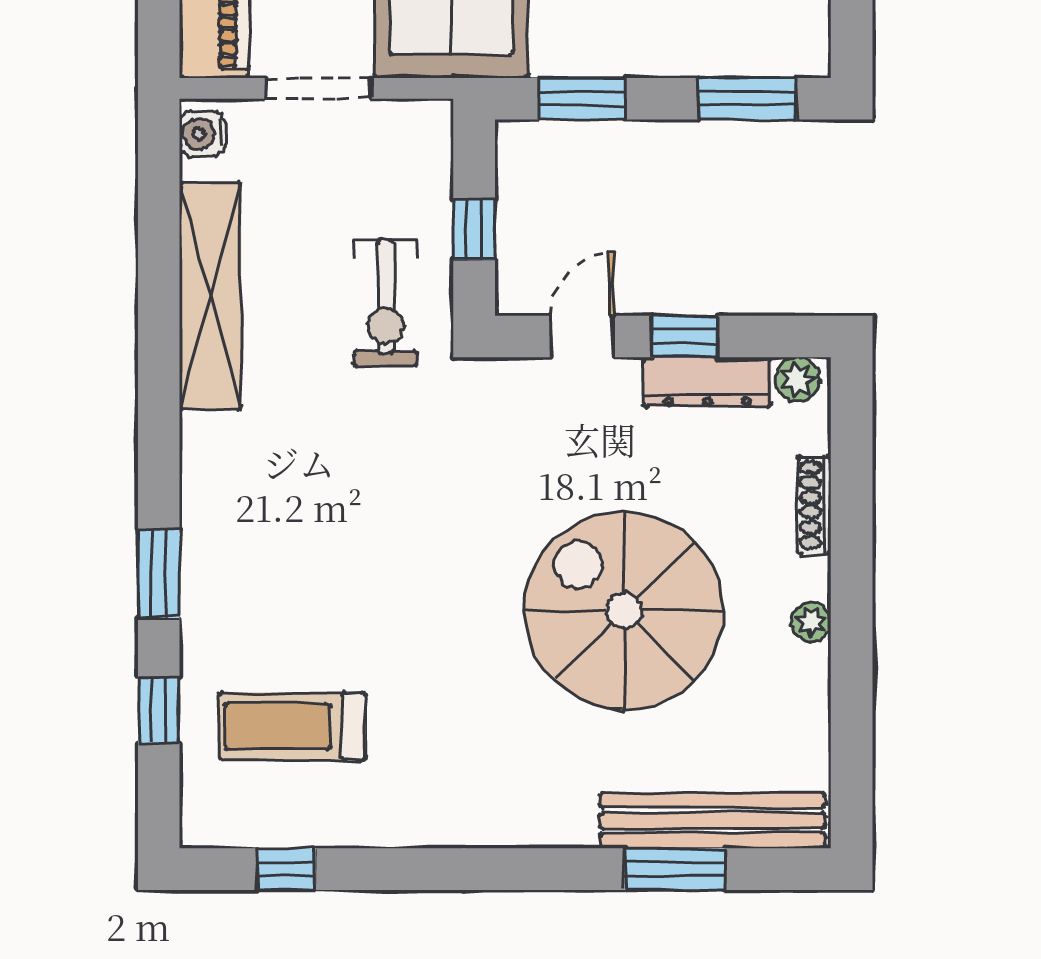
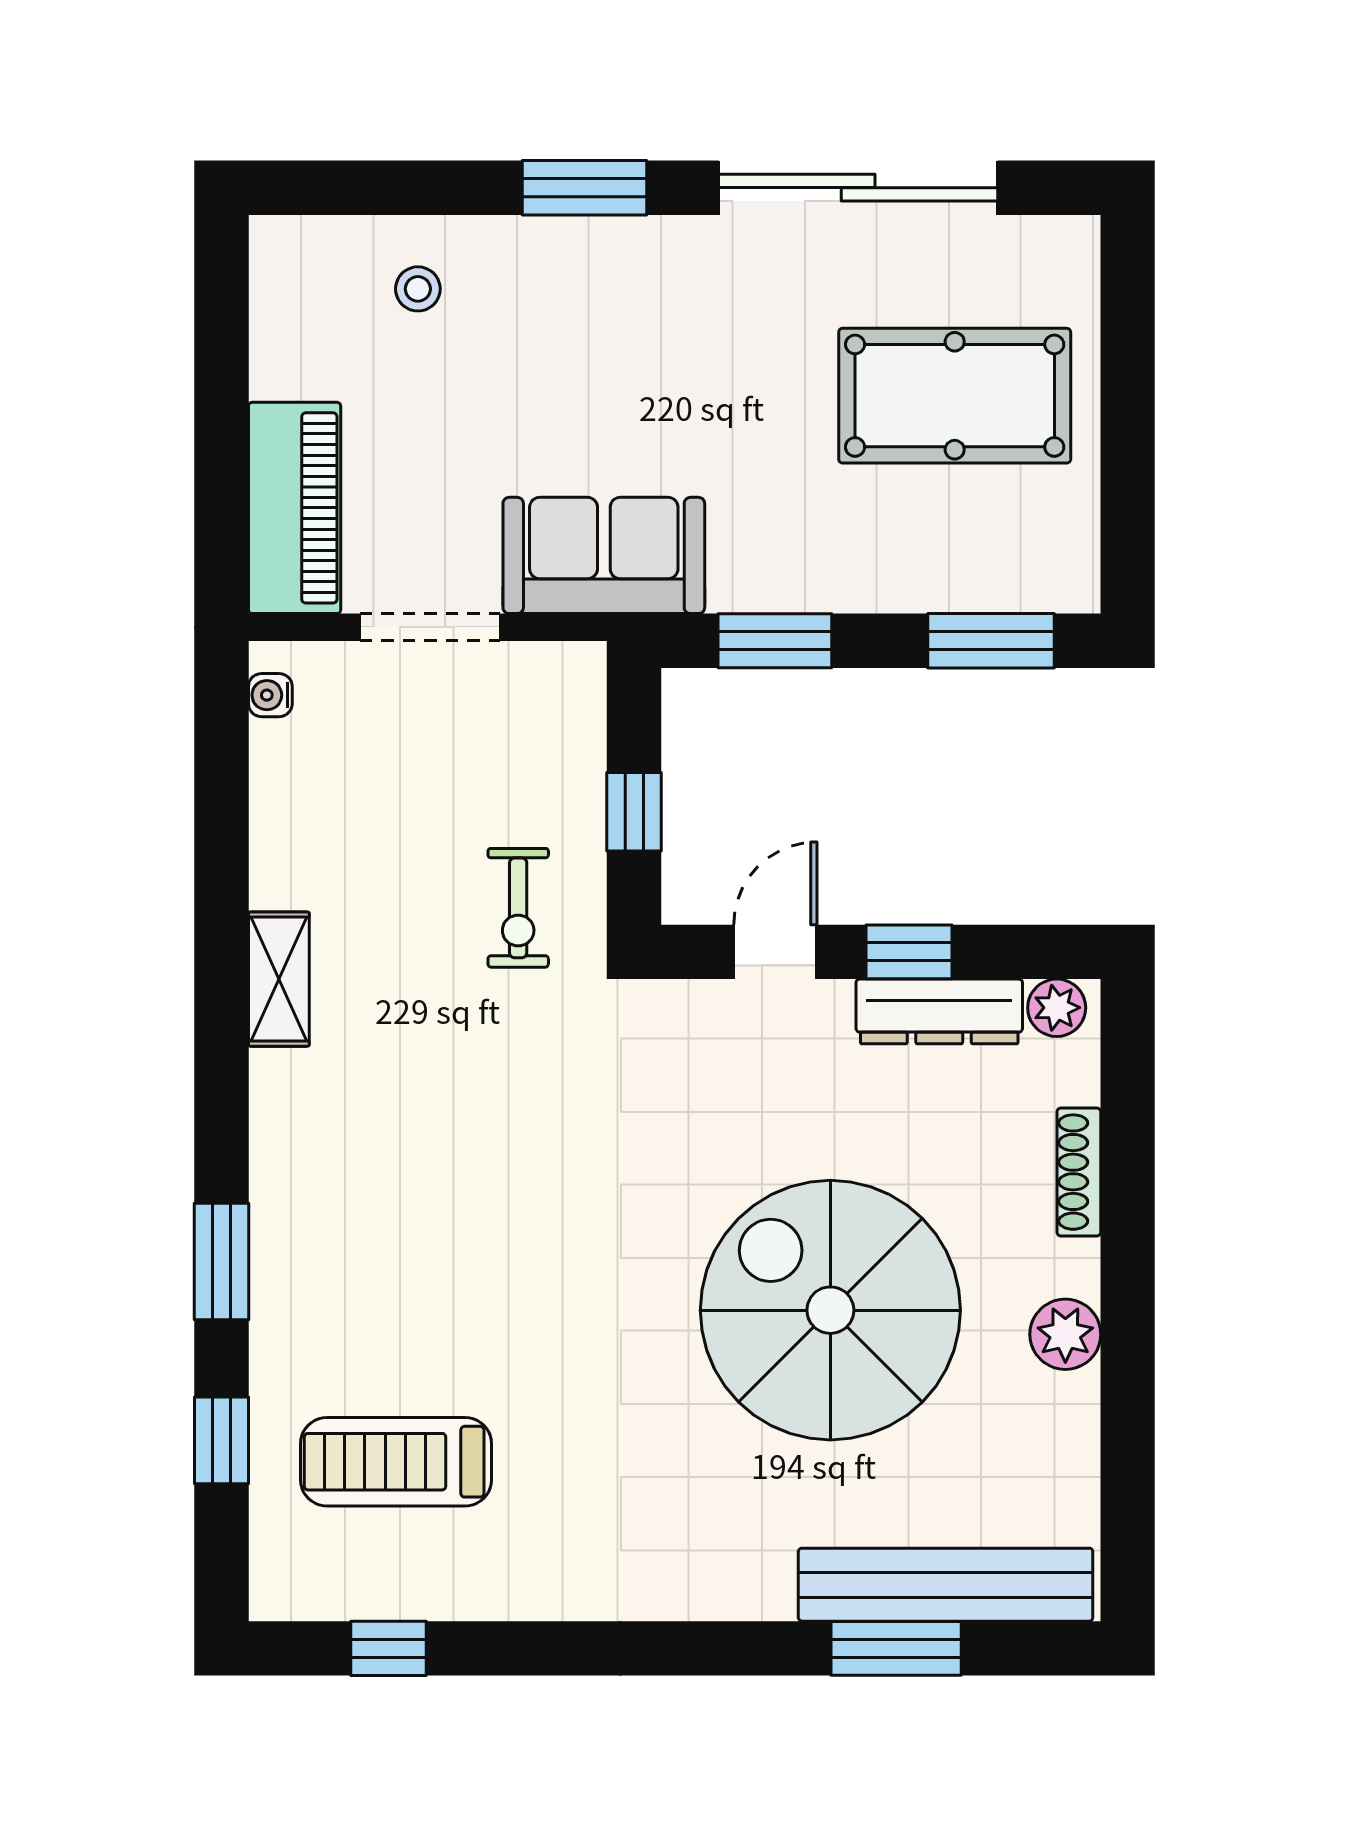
water cooler: (202, 134) -> (270, 695), width x0.72, depth x0.72
shelving: (210, 296) -> (279, 979), width x0.45, depth x0.75
exercise bike: (386, 303) -> (518, 908), width x0.73, depth x0.72
plant: (811, 622) -> (1065, 1334), width x1.38, depth x1.38

